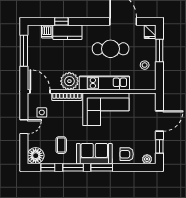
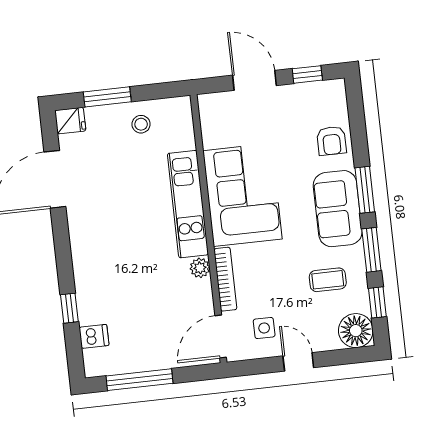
kitchen counter: (67, 32) -> (91, 293), removed
cafe table: (111, 49) -> (115, 199), removed
plant: (69, 81) -> (200, 268), width x0.53, depth x0.53
plant: (147, 159) -> (337, 97), removed

